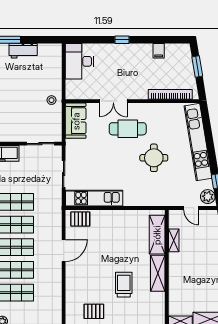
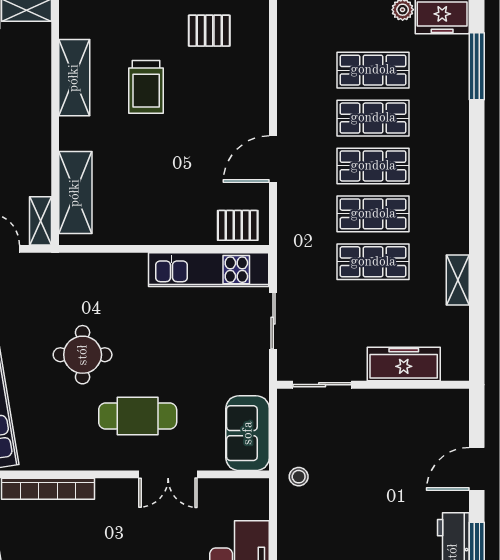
double door: (113, 101) -> (168, 474), swing flipped
shelving: (174, 240) -> (40, 221), moved
shelving: (158, 273) -> (74, 78), moved

